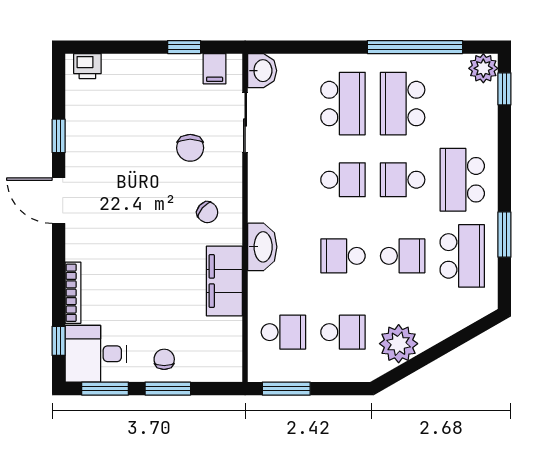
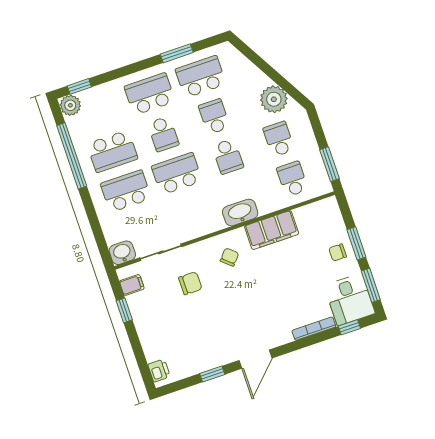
school desk: (343, 180) -> (177, 174), width x1.85
school desk: (462, 180) -> (150, 94), turned 180

